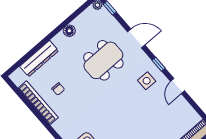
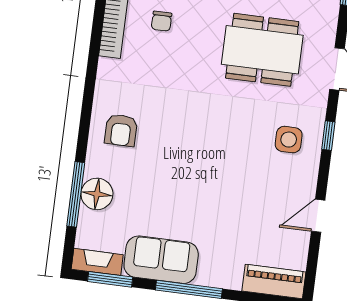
door: (178, 86) -> (318, 216), moved

